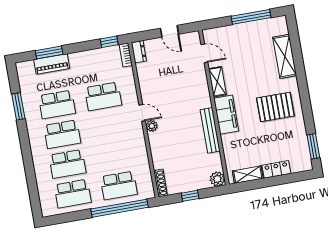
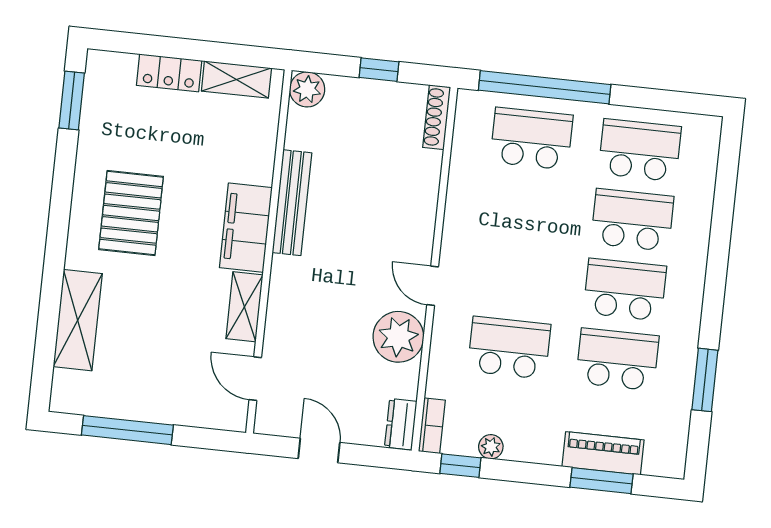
plant: (99, 53) -> (491, 447), added
pallet: (275, 107) -> (131, 213), turned 90
plant: (152, 126) -> (398, 337), moved, width x1.88, depth x1.88

